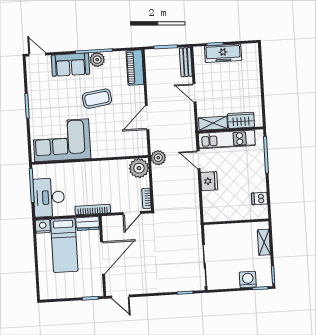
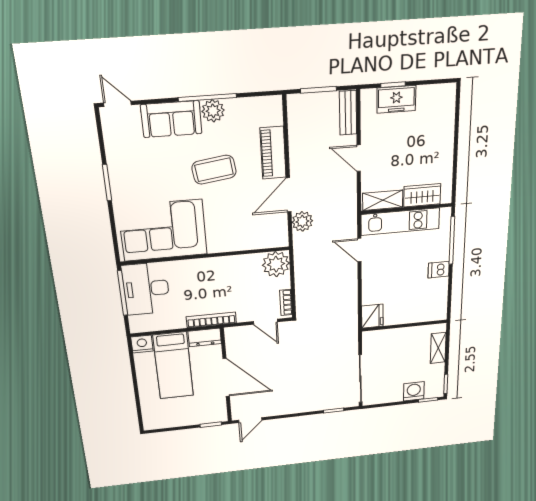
freezer: (223, 53) -> (396, 99), width x0.71
piano: (135, 68) -> (273, 153), moved
plant: (158, 158) -> (302, 221), moved
fridge: (209, 181) -> (372, 316), moved
desk: (49, 197) -> (146, 289), moved
dishwasher: (259, 199) -> (439, 270), moved
door: (132, 213) -> (265, 322), hinge flipped
door: (103, 258) -> (226, 378), hinge flipped
door: (120, 296) -> (250, 420), hinge flipped

